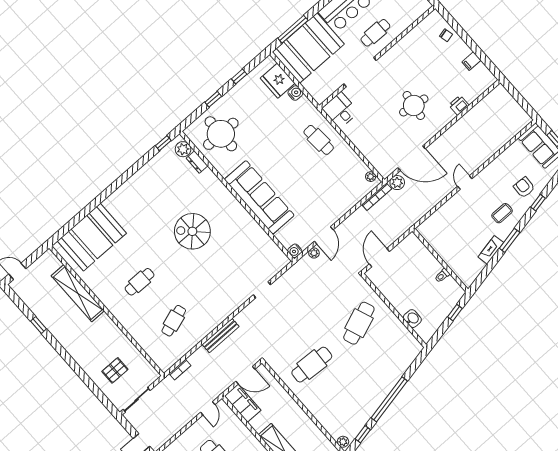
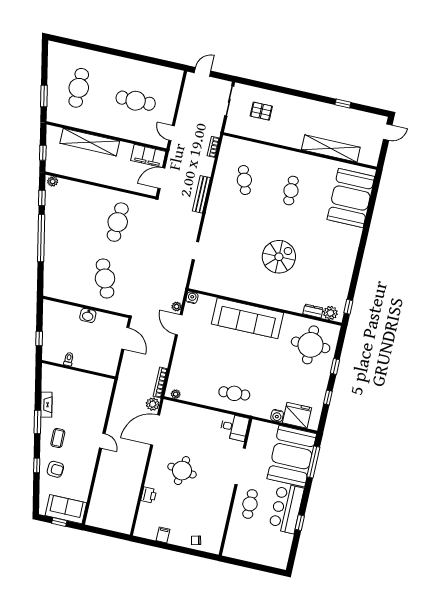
washbasin: (412, 319) -> (88, 315), moved
pallet: (115, 370) -> (261, 111), turned 90

